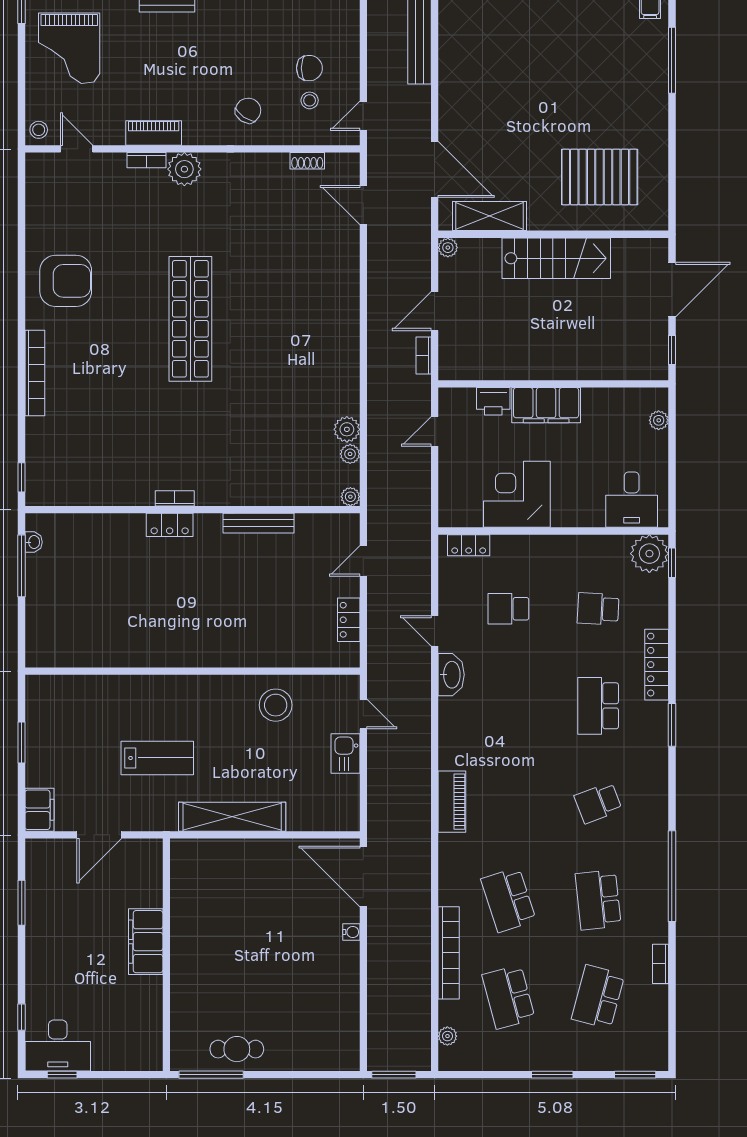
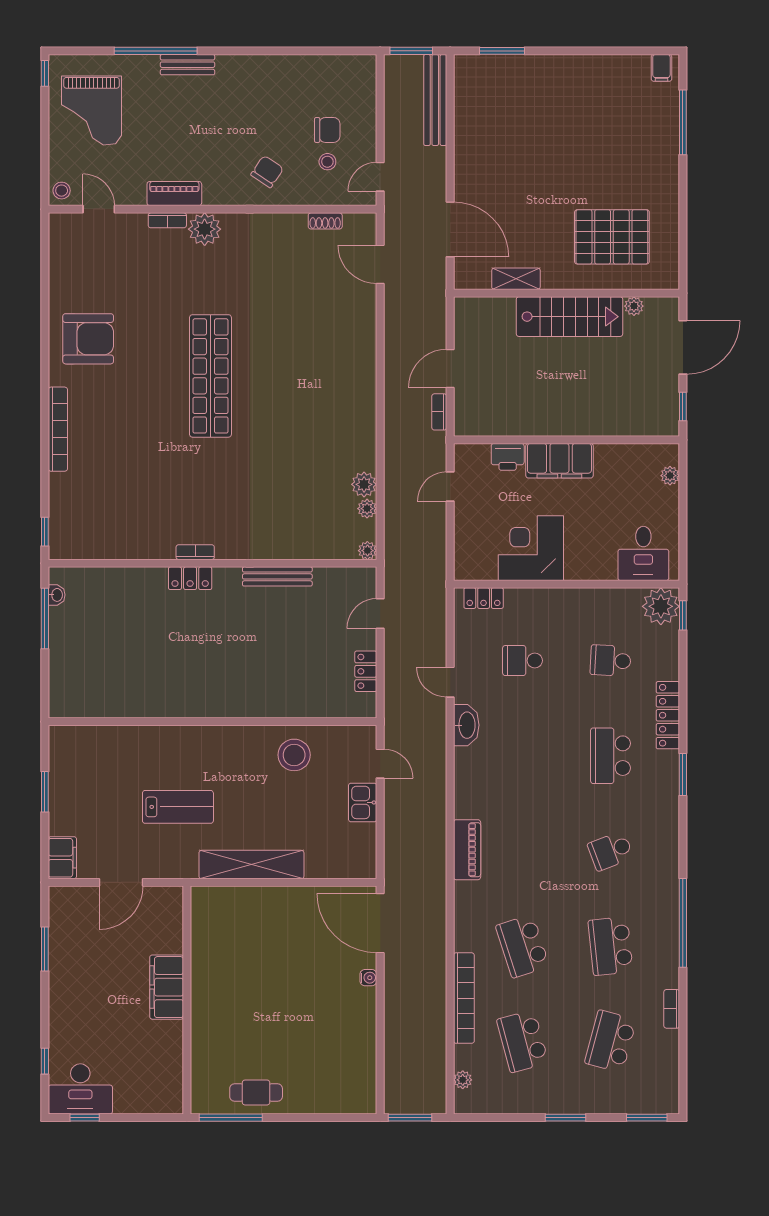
shelving: (489, 216) -> (516, 279), width x0.67, depth x0.75
plant: (448, 248) -> (634, 306), moved

